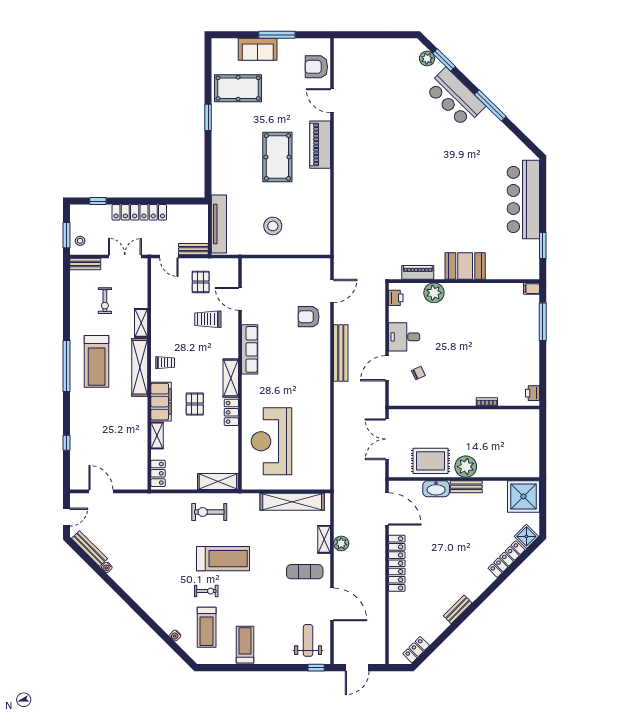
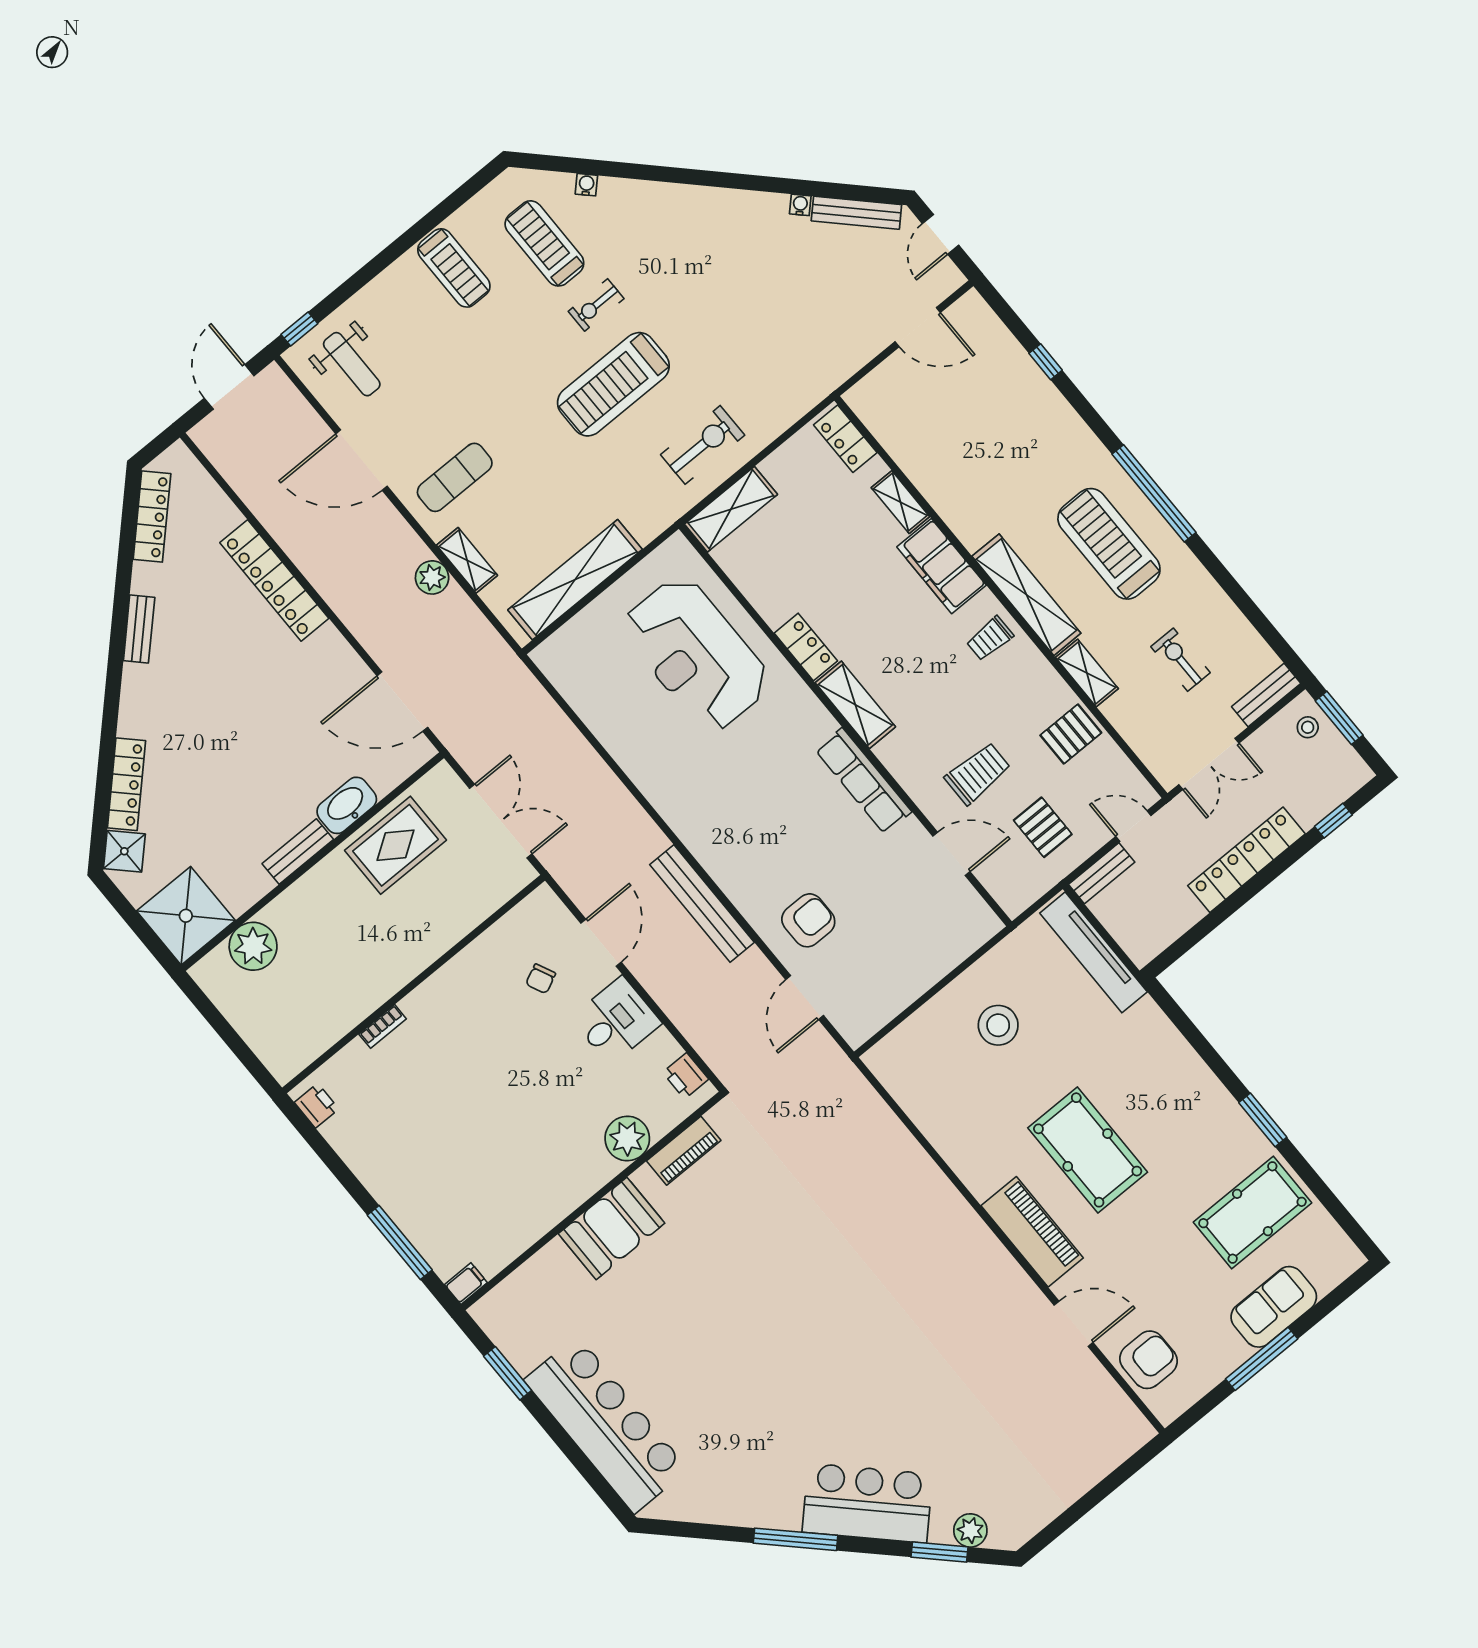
pallet: (195, 404) -> (1071, 734), moved, turned 90
reception desk: (271, 441) -> (696, 654), turned 180
plant: (466, 467) -> (253, 946), moved
locker: (397, 563) -> (274, 581), moved
locker: (416, 650) -> (152, 517), width x1.53

